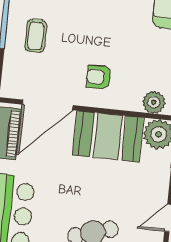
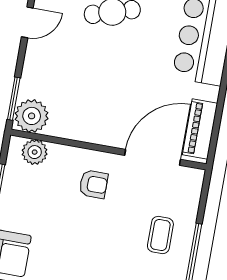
booth: (108, 136) -> (88, 118), removed

